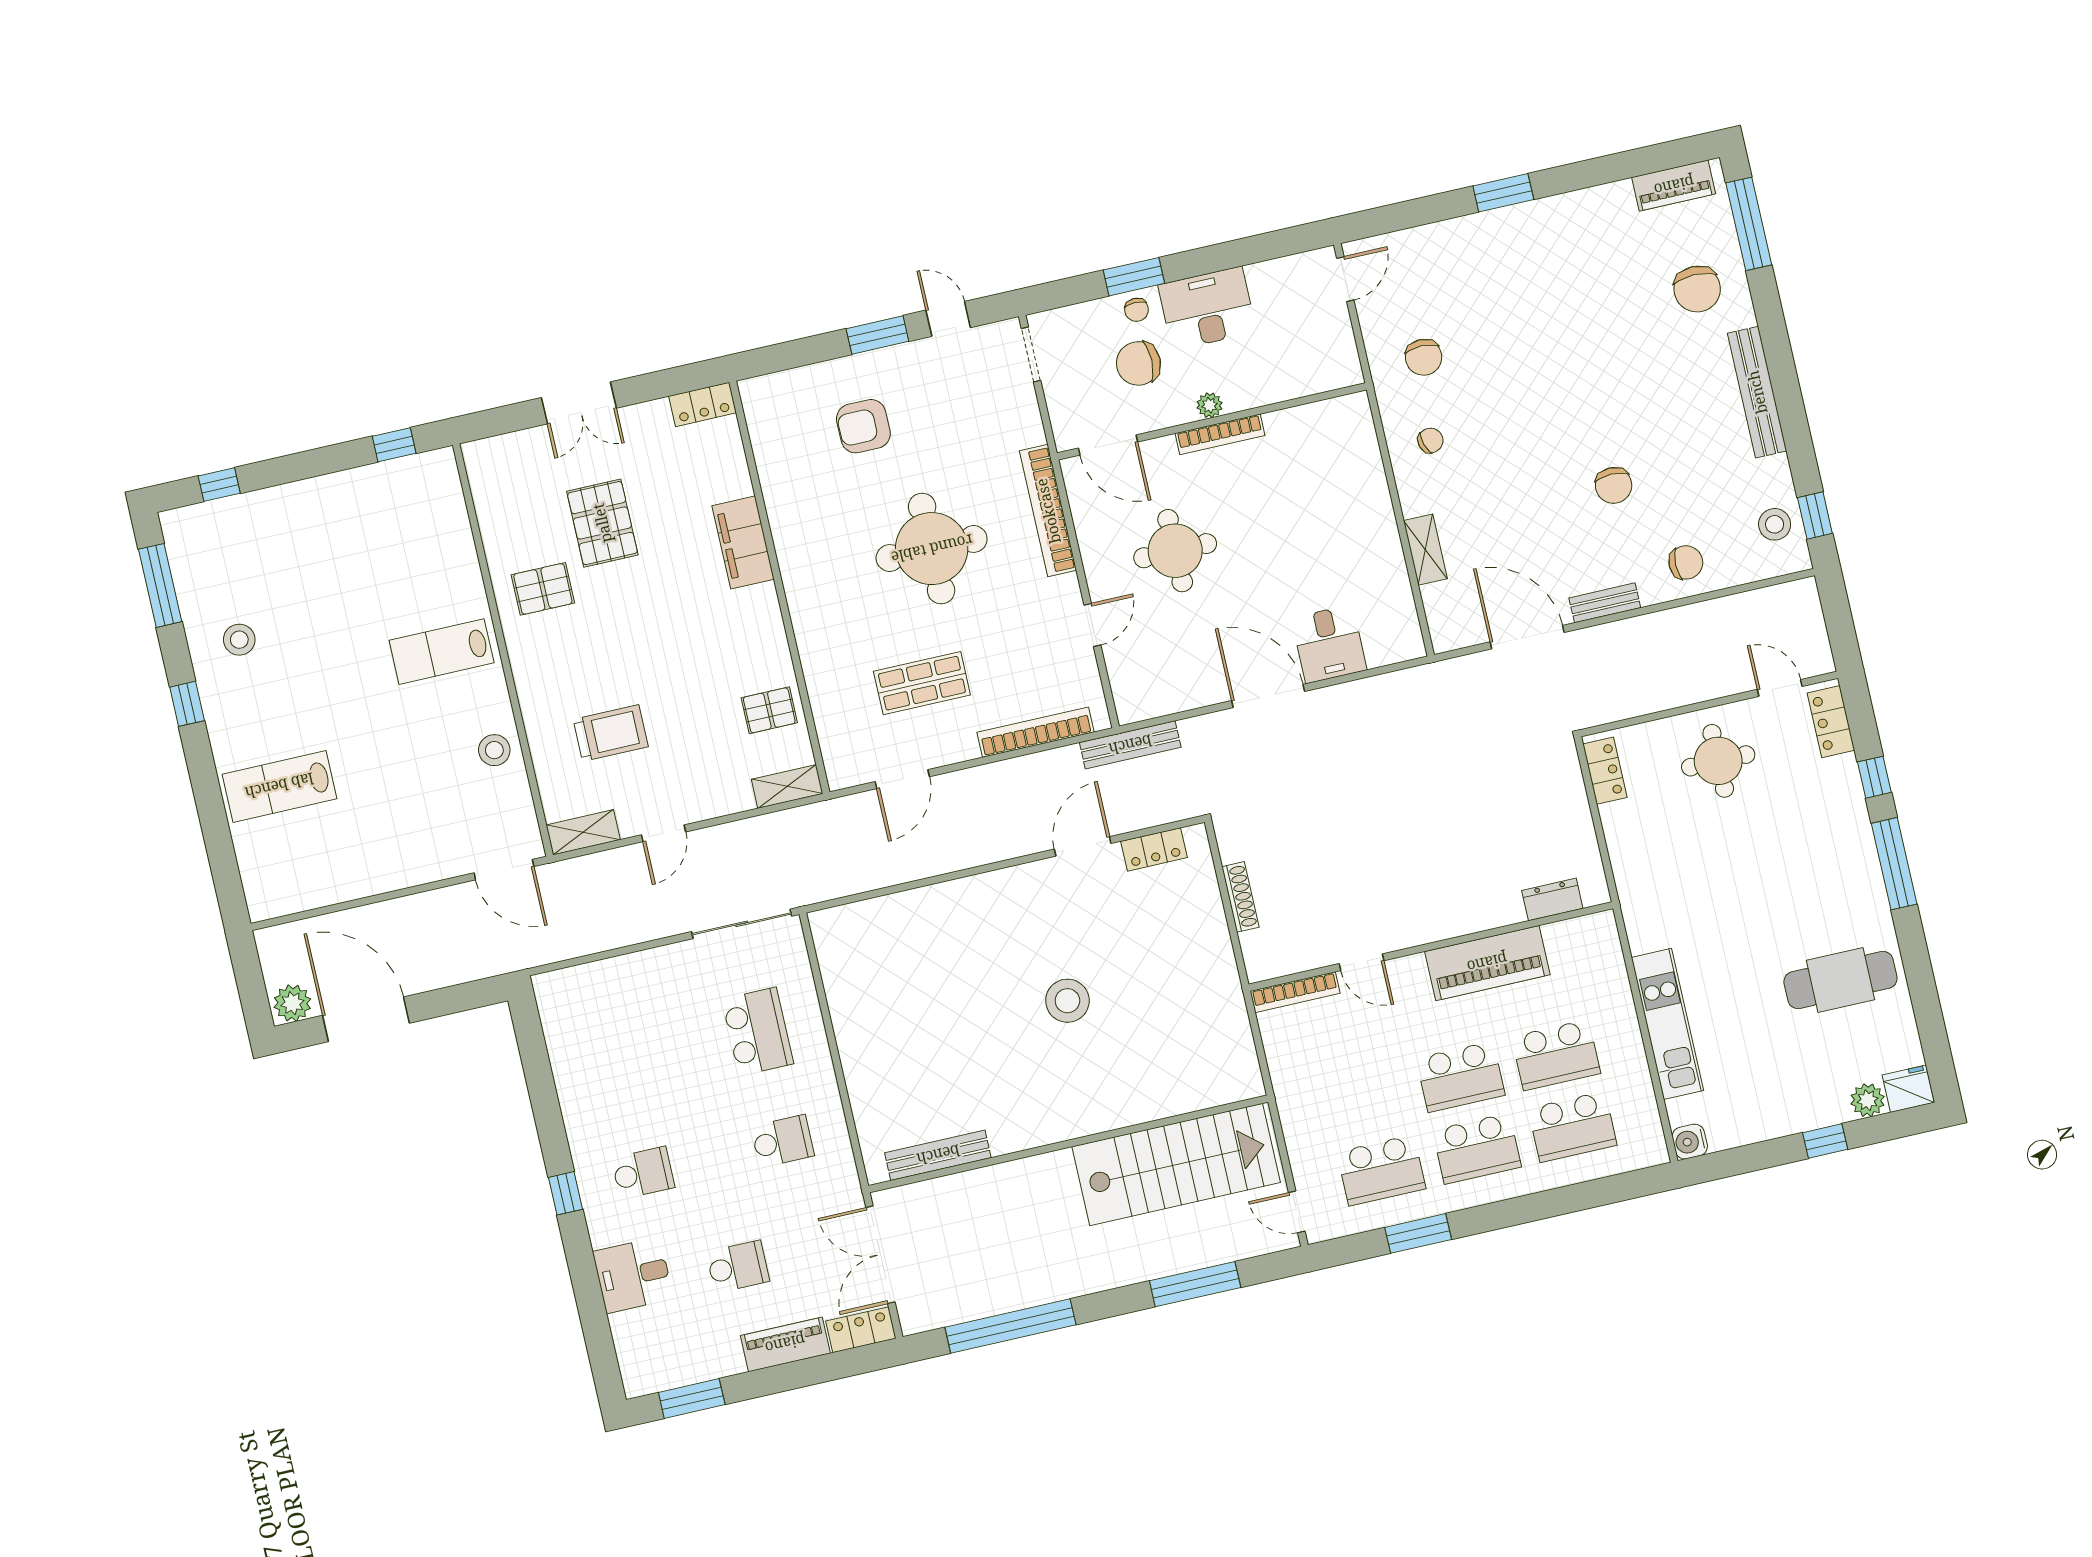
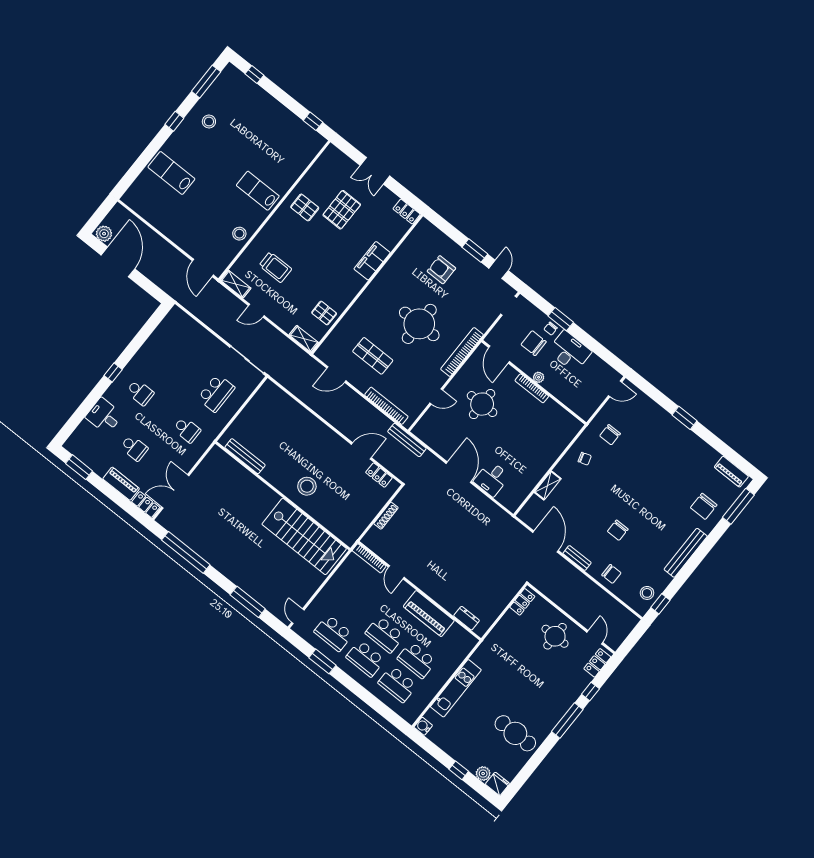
wall: (1068, 1144) -> (283, 496), moved
bench: (938, 1155) -> (245, 456), moved
stairs: (1176, 1164) -> (304, 536), moved

